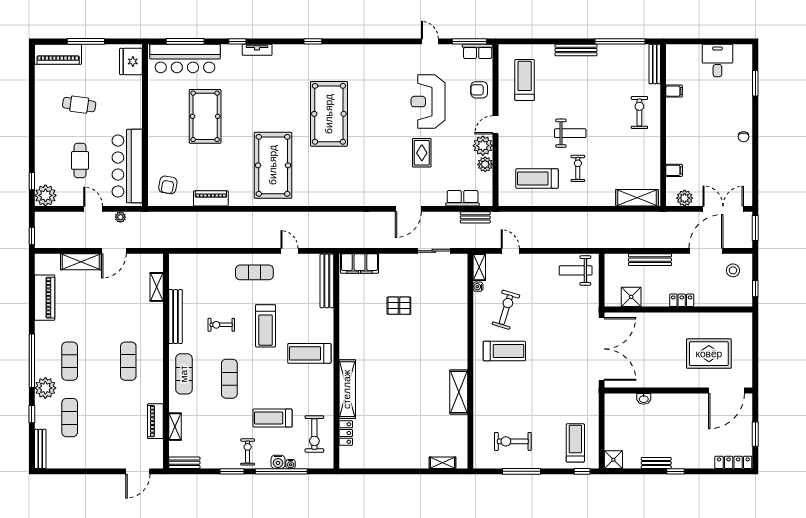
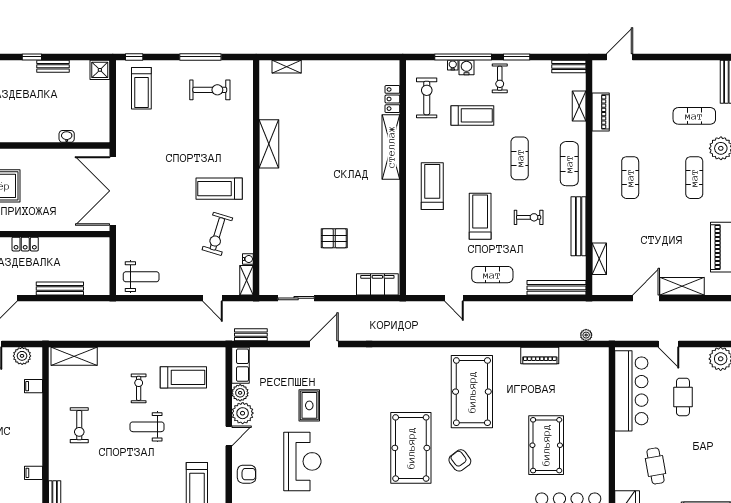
cafe table: (79, 105) -> (655, 466), moved, turned 72
exercise bike: (639, 112) -> (79, 425), moved
exercise bike: (578, 168) -> (139, 388), turned 180
armchair: (168, 185) -> (460, 460), moved, turned -47
row of seats: (463, 198) -> (240, 365), moved, turned -90
plant: (120, 217) -> (586, 335), moved
bench: (327, 281) -> (556, 288), moved, turned 90
shower: (631, 297) -> (80, 248), removed
treadmill: (309, 353) -> (432, 186), turned -90
exercise mat: (70, 418) -> (694, 116), turned 90

